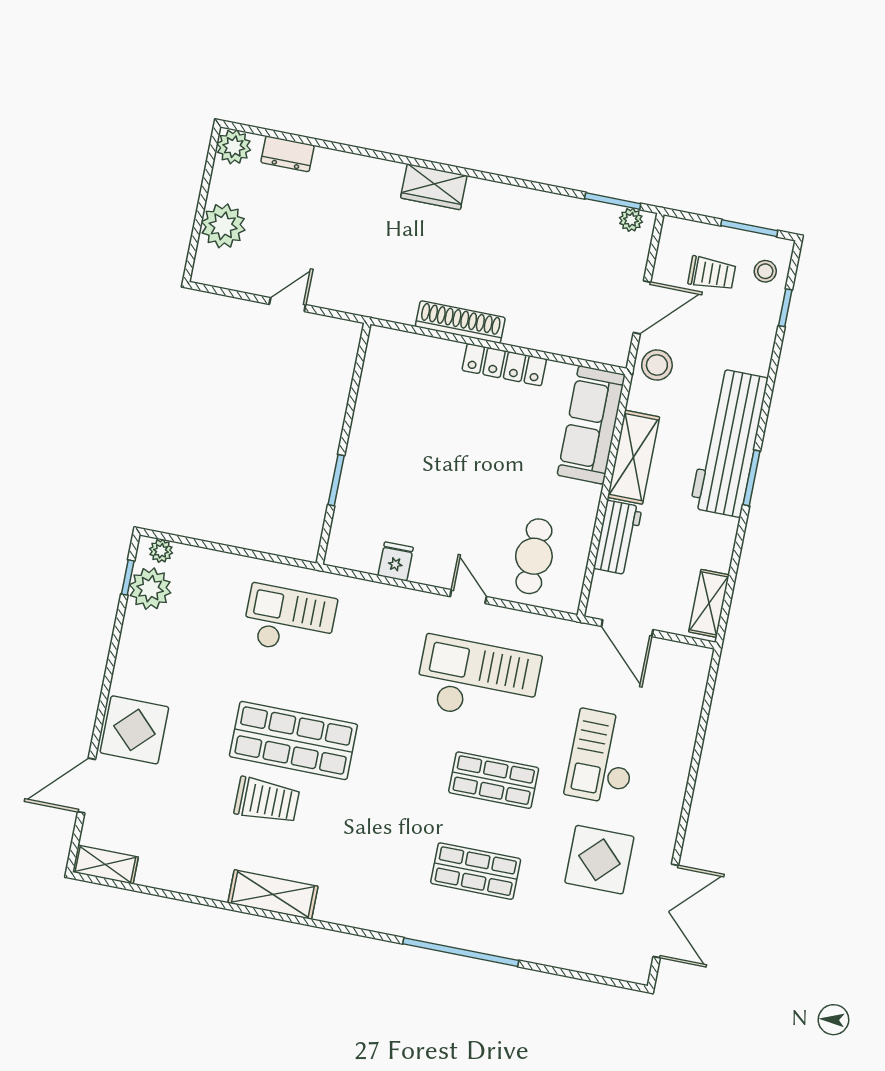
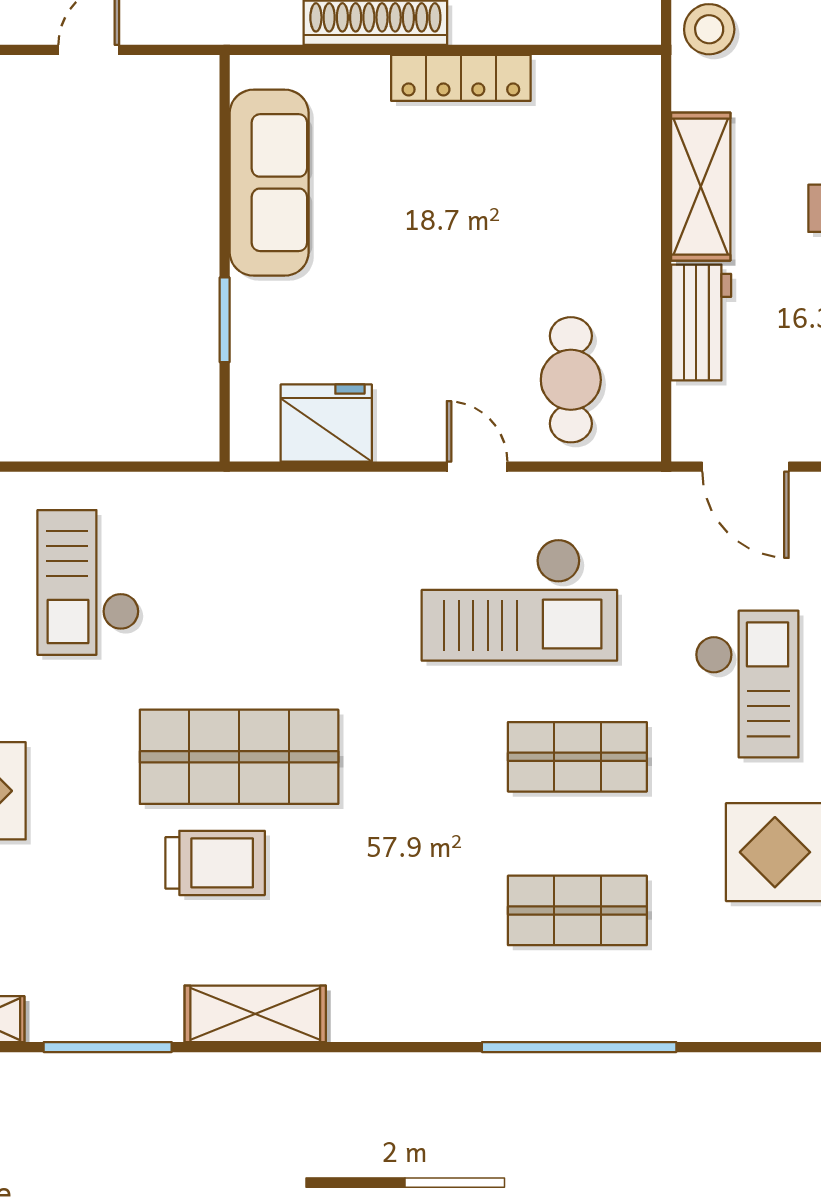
sofa: (591, 425) -> (269, 183), moved, turned 180
fridge: (396, 561) -> (326, 423), width x1.88, depth x1.34
checkout: (289, 621) -> (88, 582), moved, turned -90
checkout: (478, 680) -> (519, 600), turned 180
checkout: (603, 757) -> (747, 684), turned 180
window: (182, 897) -> (108, 1047), added

